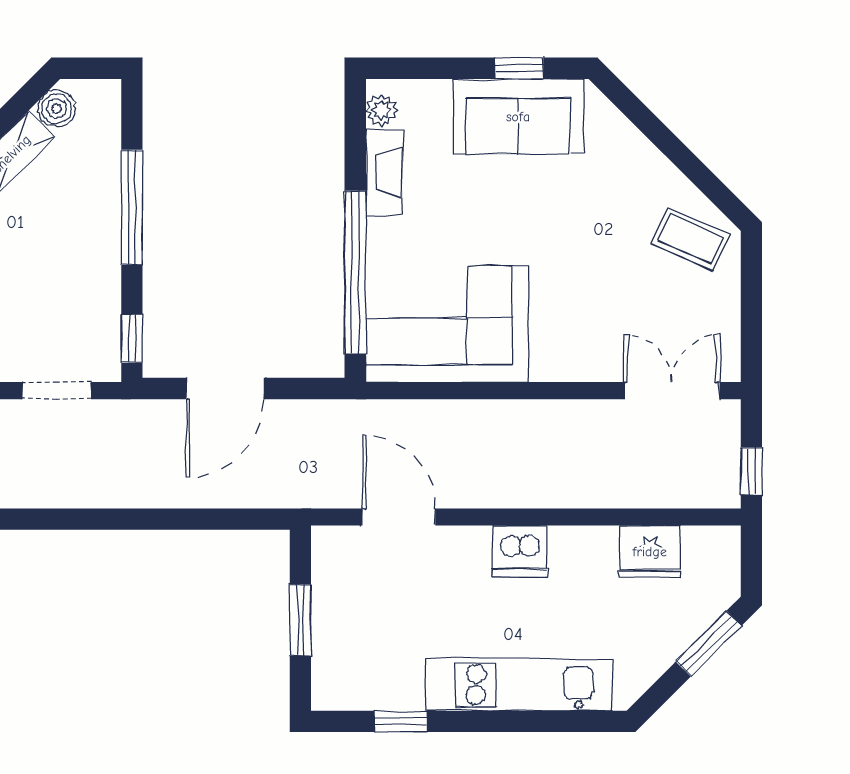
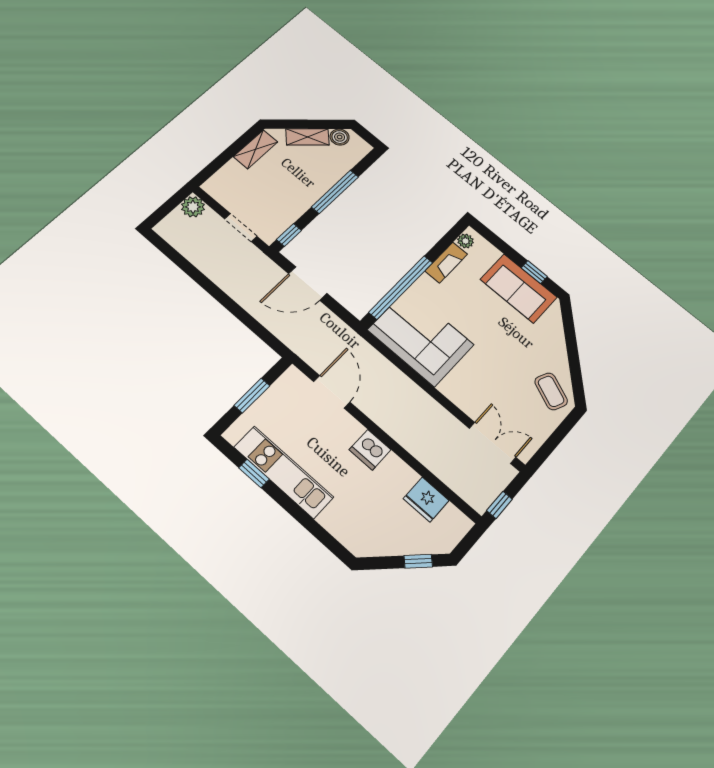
window: (709, 644) -> (418, 561), width x0.67
kitchen unit: (519, 685) -> (284, 472), moved

